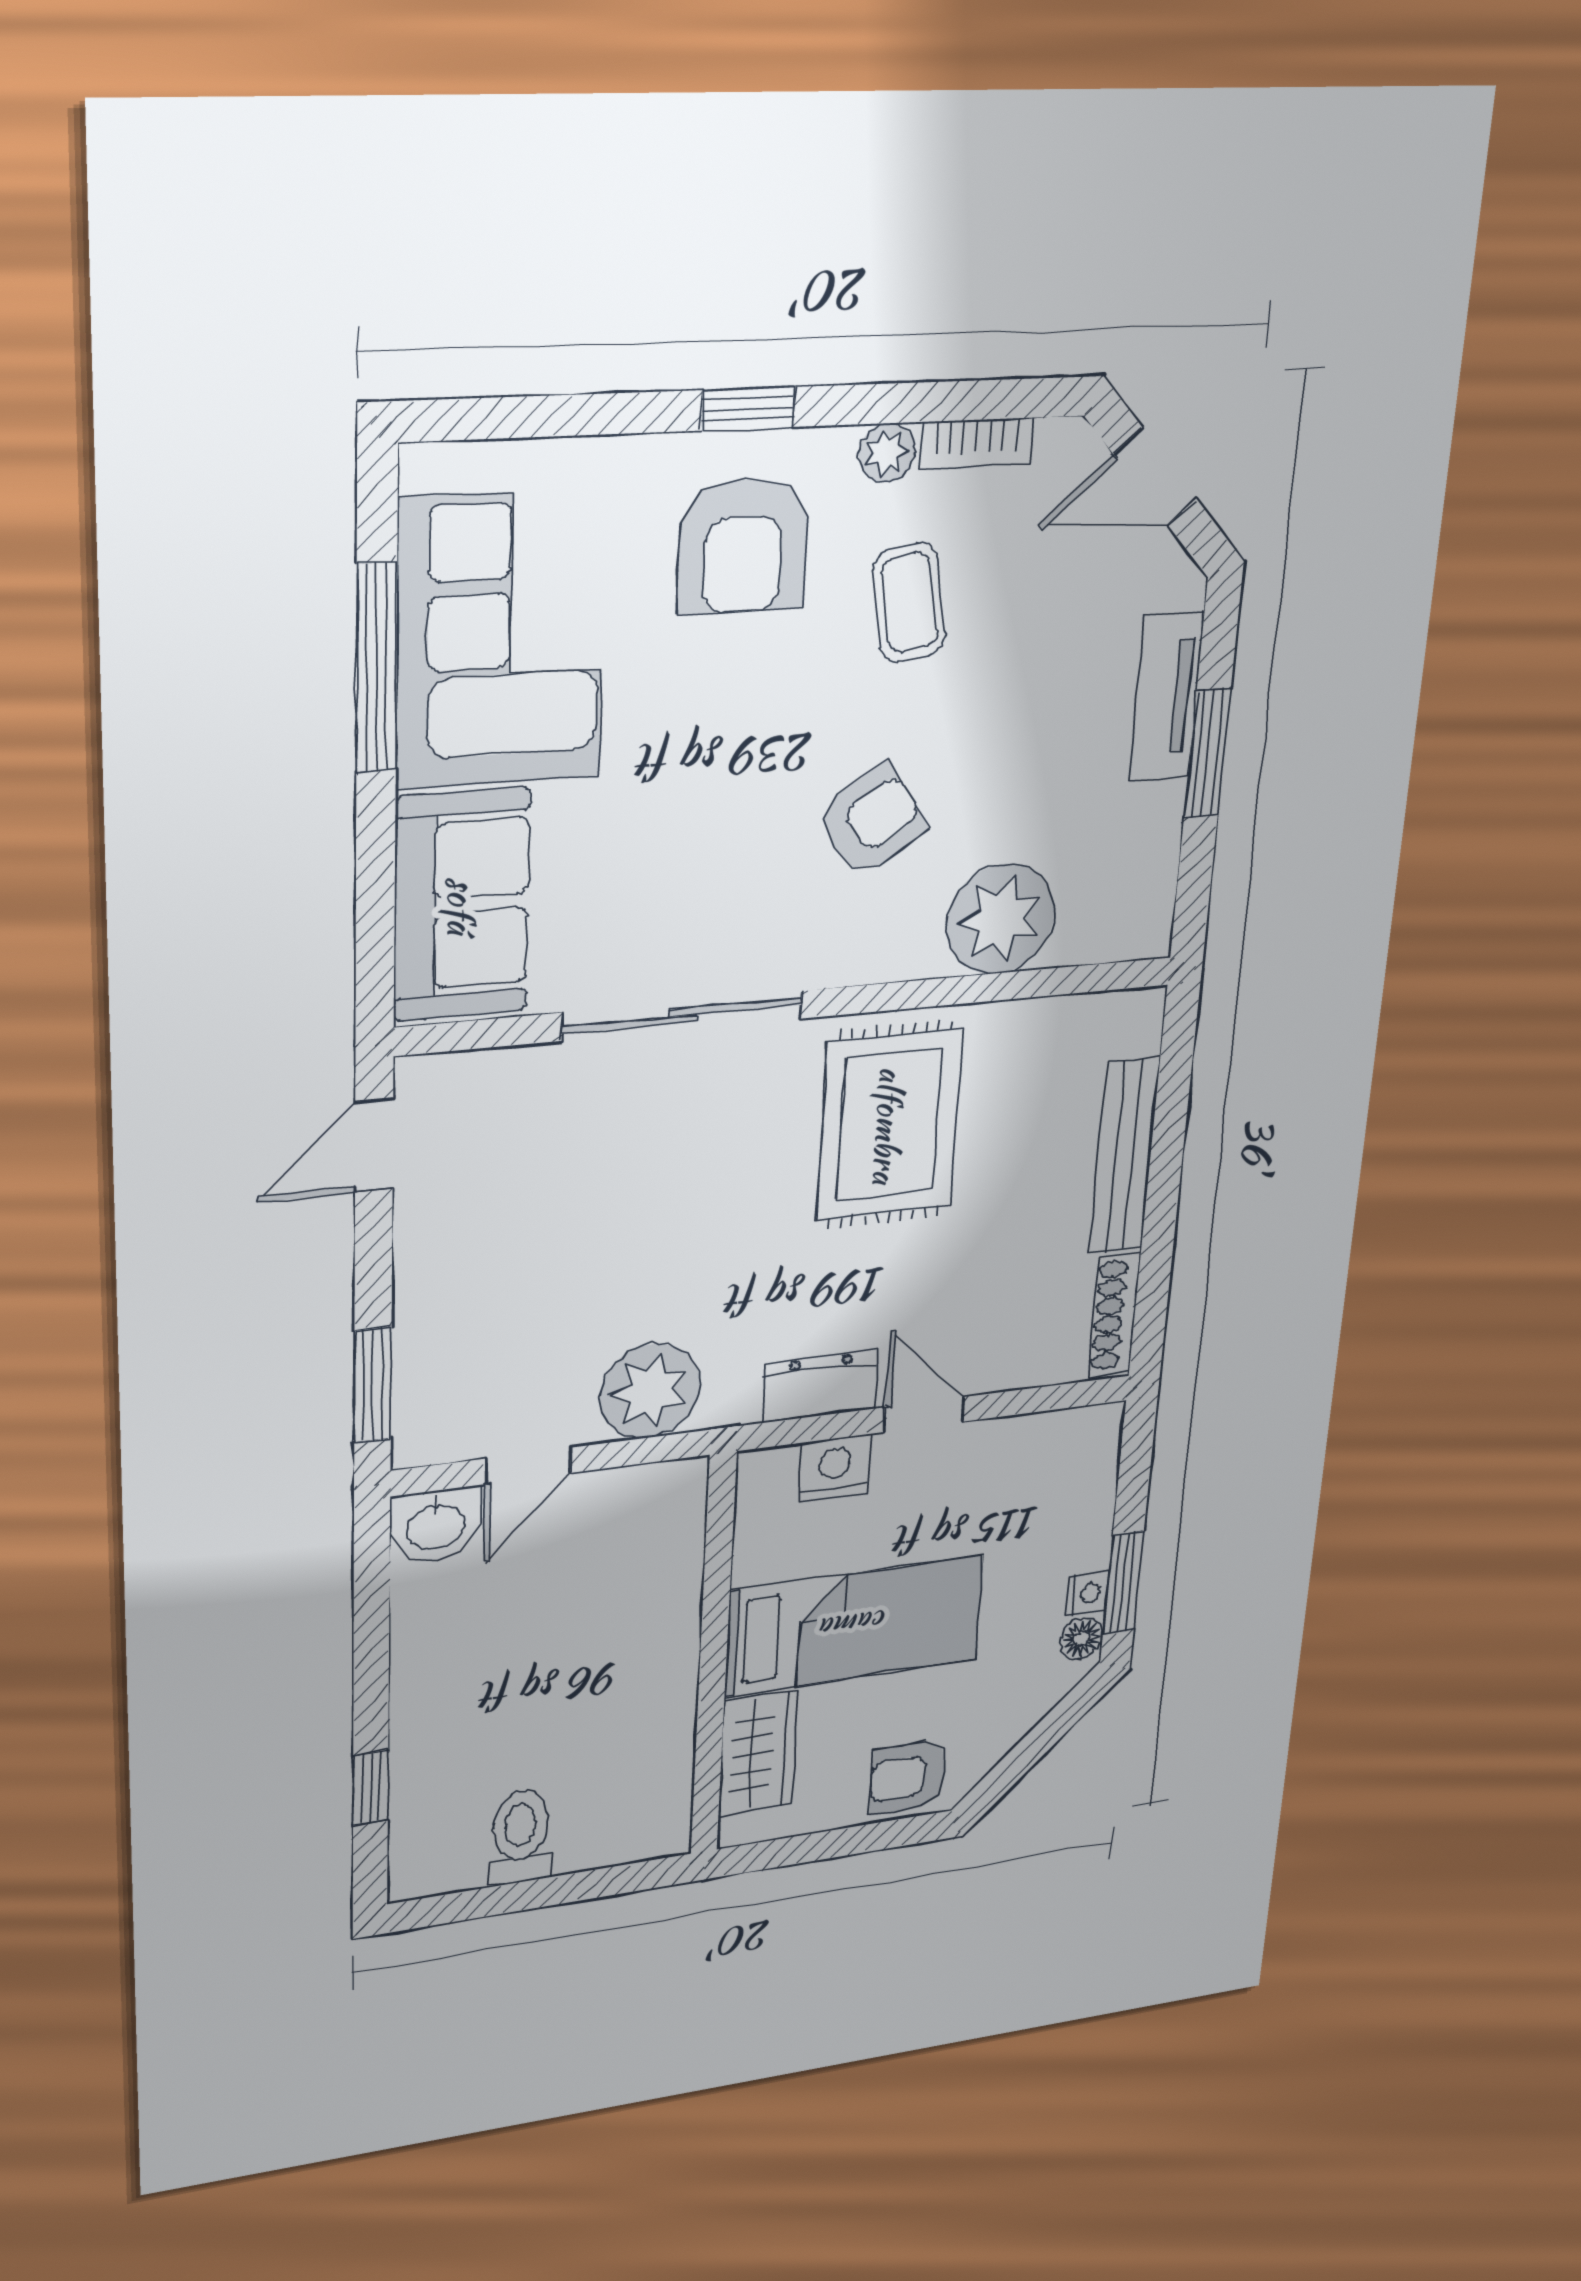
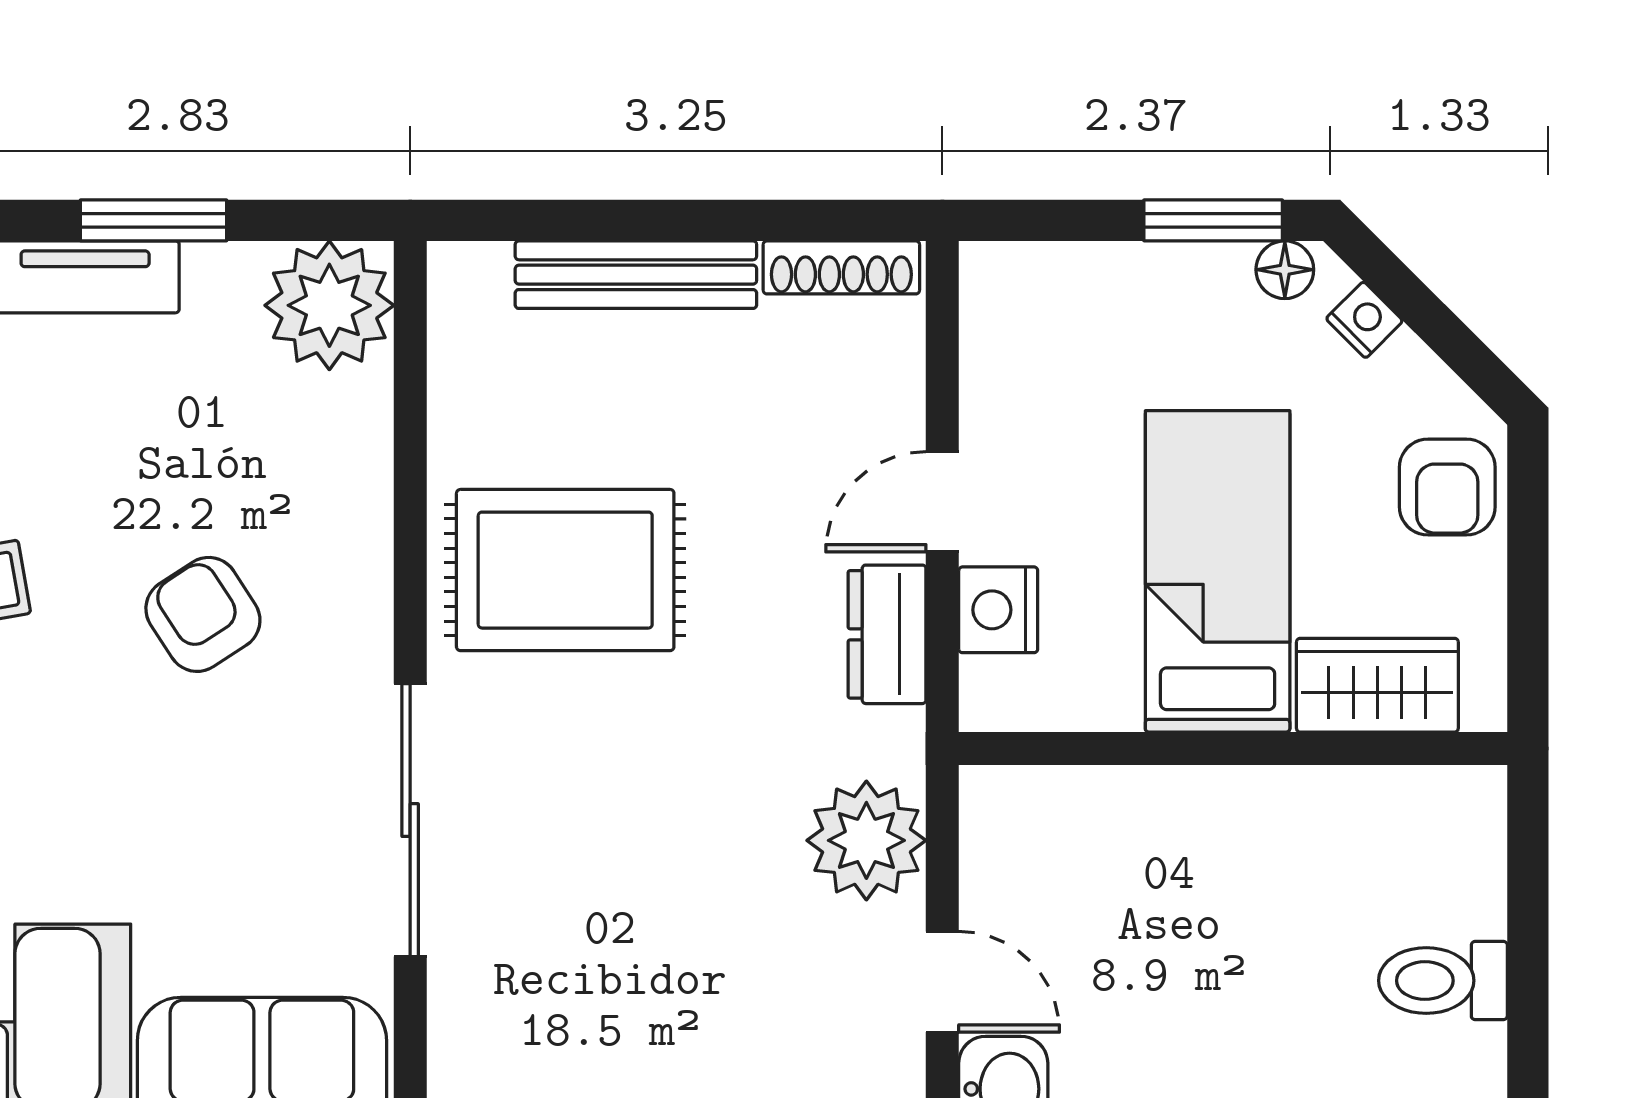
plant: (1000, 919) -> (329, 305), moved
nightstand: (1087, 1593) -> (1364, 320), moved, turned 45

